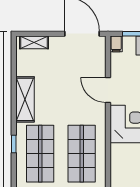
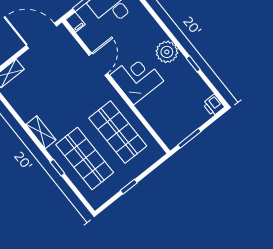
door: (108, 90) -> (98, 64), swing flipped
shelving: (25, 99) -> (41, 132), width x0.67, depth x0.75

